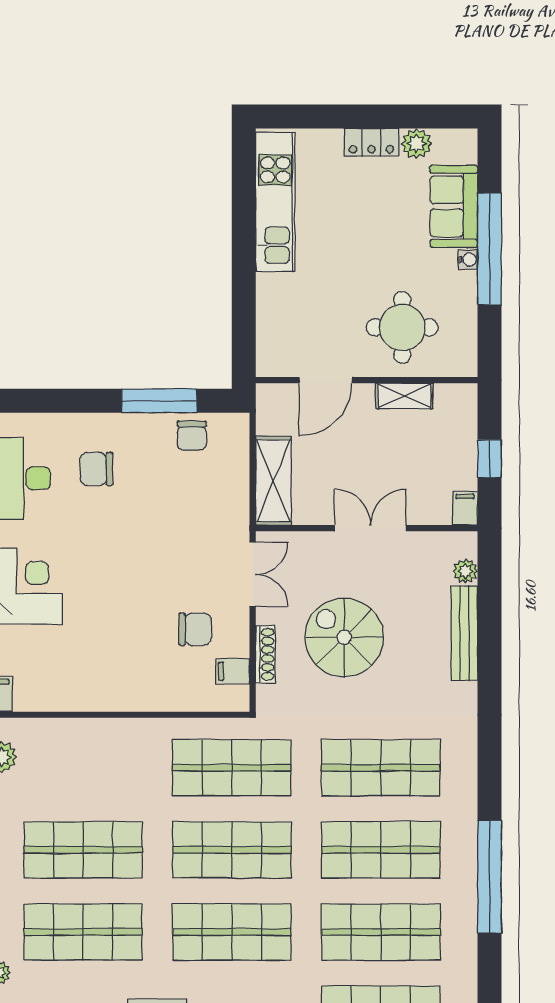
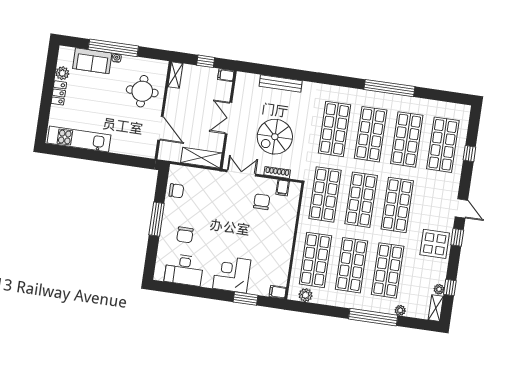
shelving: (404, 396) -> (175, 75), moved
window: (159, 401) -> (157, 219), moved
plant: (465, 571) -> (253, 79), removed
shop shelf: (83, 768) -> (315, 260), added

